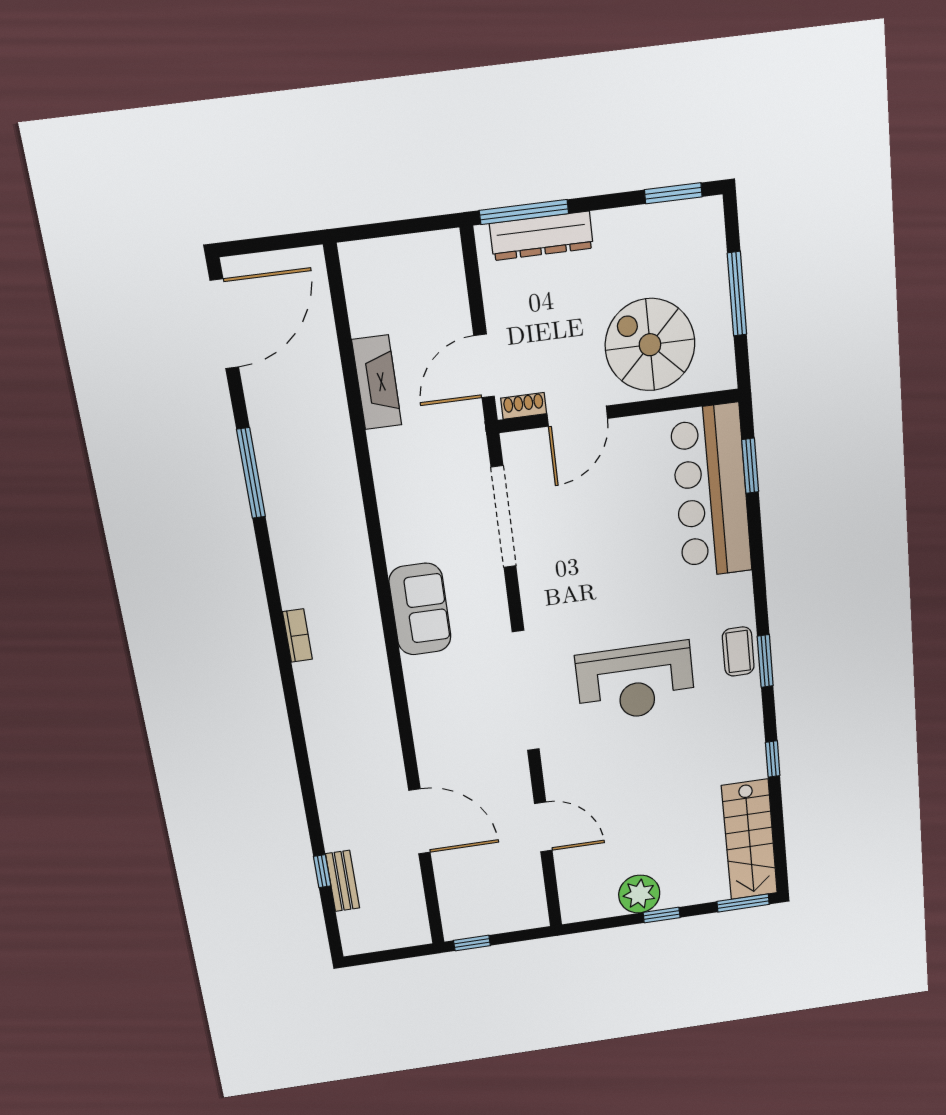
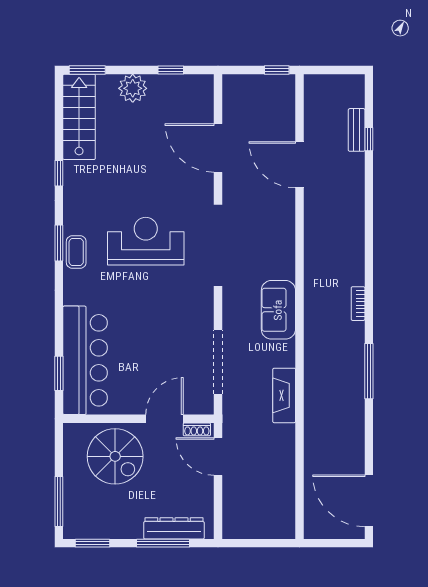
window: (524, 212) -> (163, 543), moved
window: (737, 294) -> (59, 501), moved
door: (224, 324) -> (369, 501), hinge flipped
door: (484, 366) -> (218, 456), swing flipped
fireplace: (377, 382) -> (284, 395), moved
window: (251, 473) -> (369, 371), moved
door: (543, 827) -> (218, 148), width x1.36
plant: (639, 894) -> (133, 88), moved
window: (662, 915) -> (171, 70), moved

